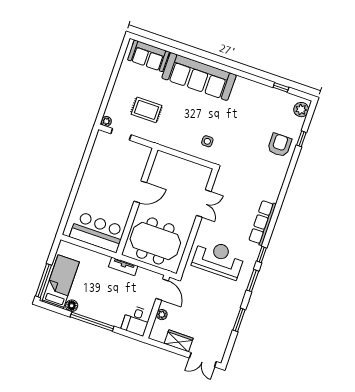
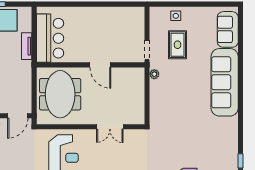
plant: (106, 121) -> (154, 74), moved
doorway: (121, 134) -> (147, 50), moved
side table: (207, 141) -> (176, 16), moved
tv unit: (123, 266) -> (27, 46), moved

